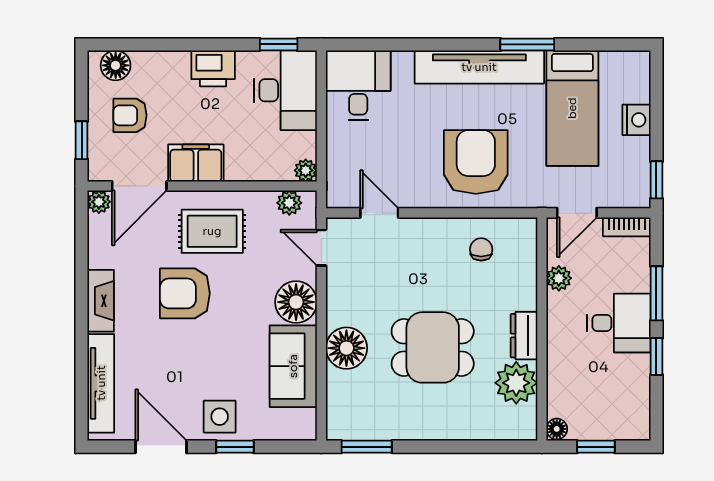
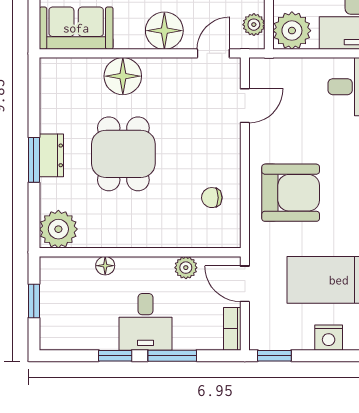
plant: (306, 170) -> (292, 31), width x1.88, depth x1.88
chair: (481, 249) -> (212, 198), turned 180
dresser: (524, 336) -> (51, 155), moved, turned 90
sofa: (293, 366) -> (76, 28), moved
plant: (516, 383) -> (58, 229), moved
floor lamp: (557, 429) -> (105, 266), moved
window: (367, 447) -> (34, 160), moved

